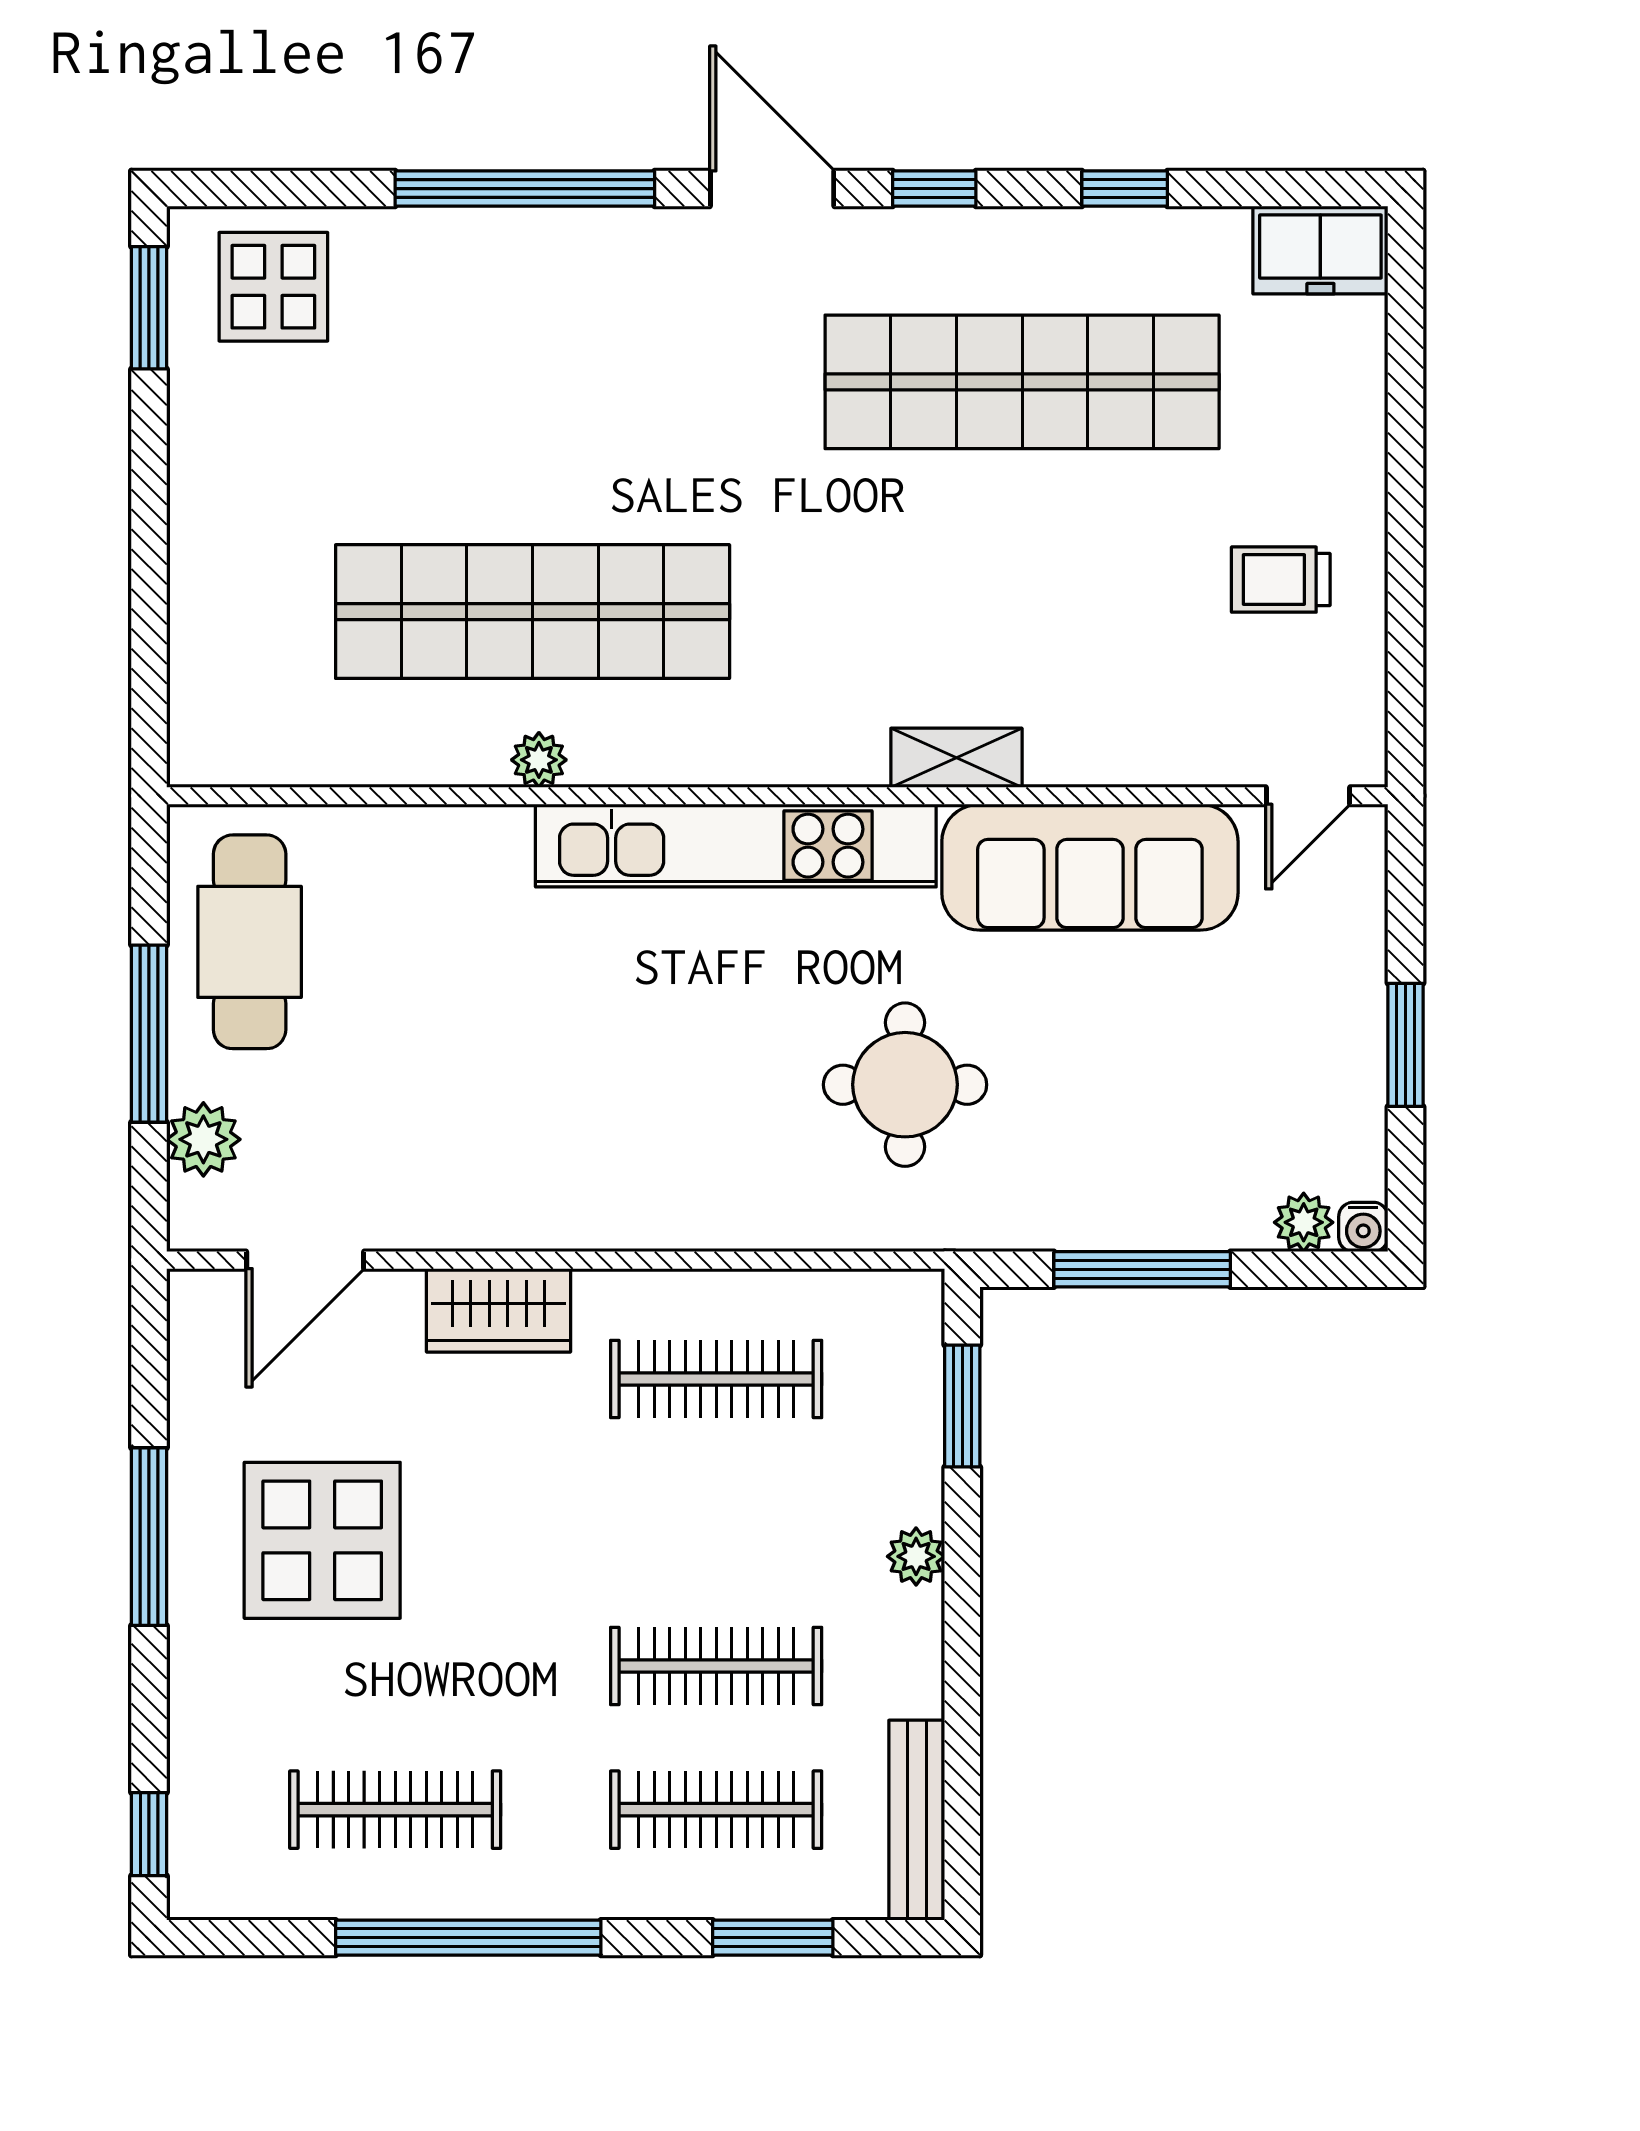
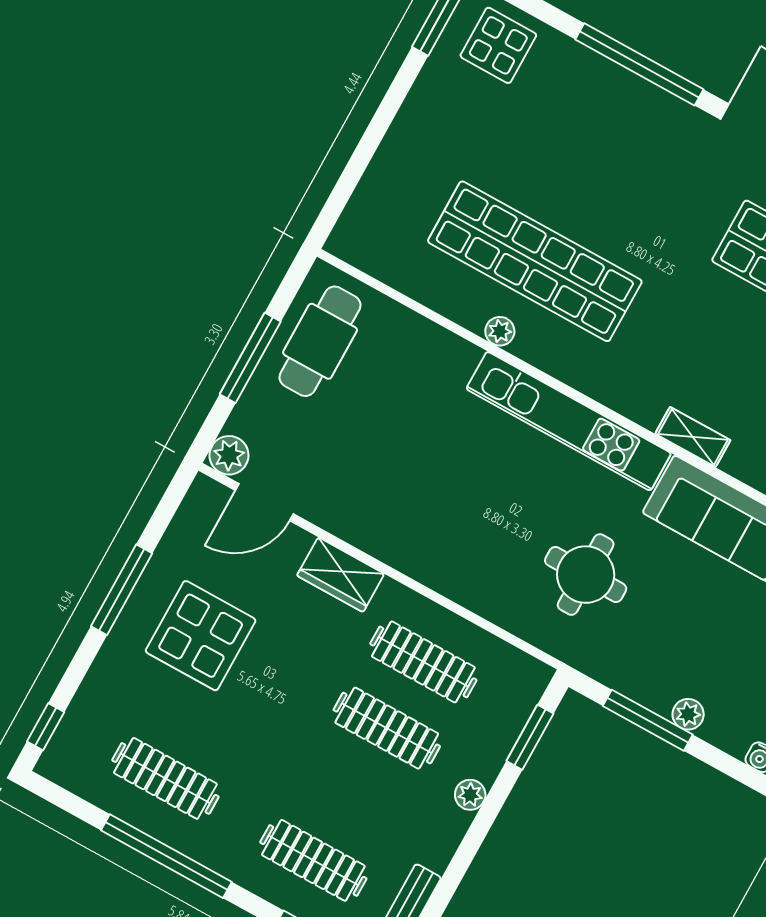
plant: (203, 1139) -> (229, 455), moved
plant: (1304, 1222) -> (688, 714), moved
clothes rail: (716, 1666) -> (387, 728), moved

